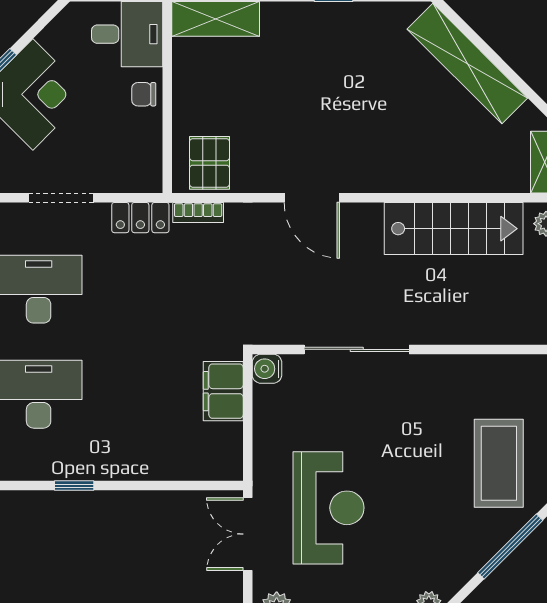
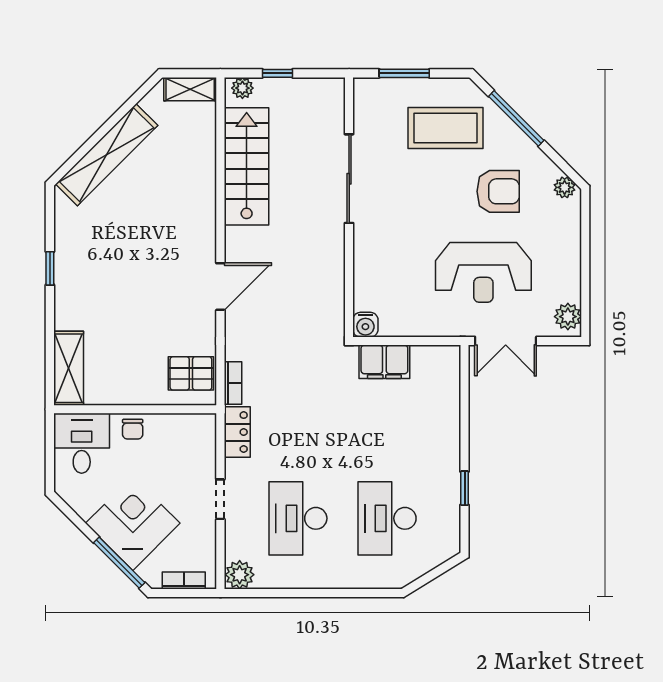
doorway: (61, 198) -> (220, 499), width x0.73
sliding door: (357, 349) -> (349, 179), moved
reception desk: (329, 508) -> (483, 272), turned 180
armchair: (424, 525) -> (498, 191), added

